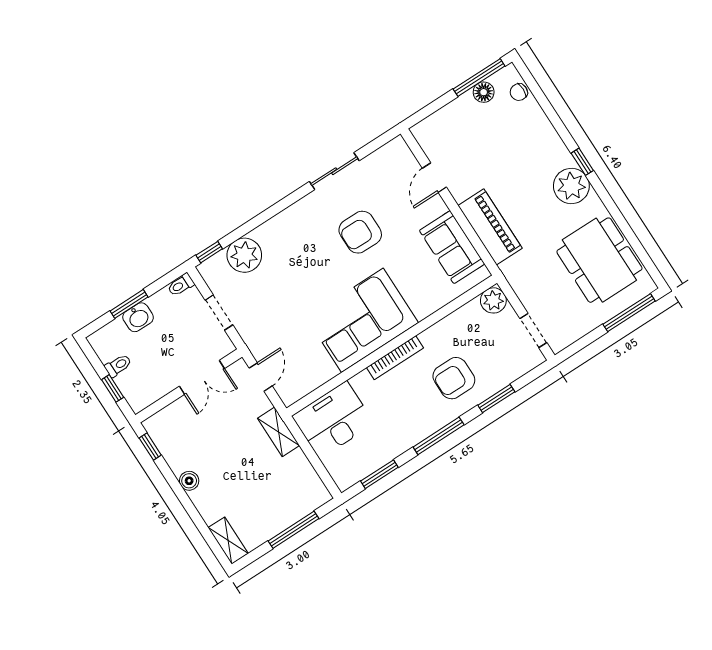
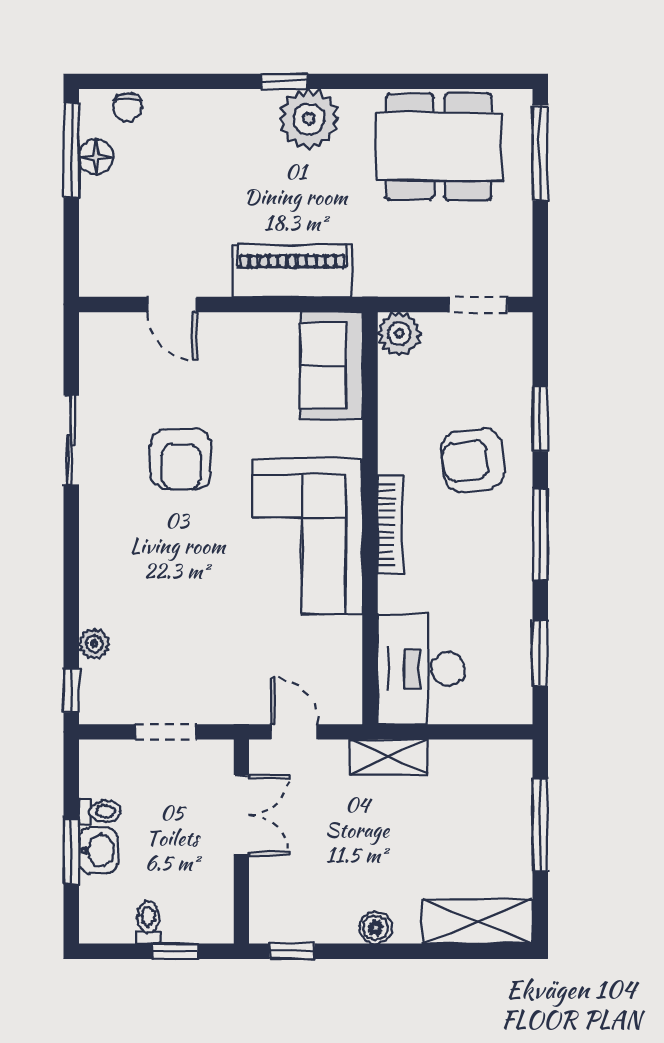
sofa: (452, 247) -> (331, 366), moved, turned 90
plant: (244, 255) -> (94, 644), width x0.53, depth x0.53
toilet: (181, 285) -> (100, 811), moved, turned -90
armchair: (454, 378) -> (473, 460), turned 83
shelving: (228, 541) -> (477, 922), width x1.50, depth x1.33

